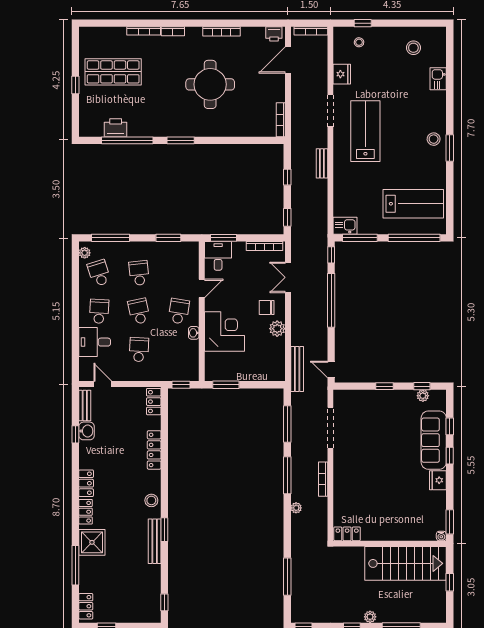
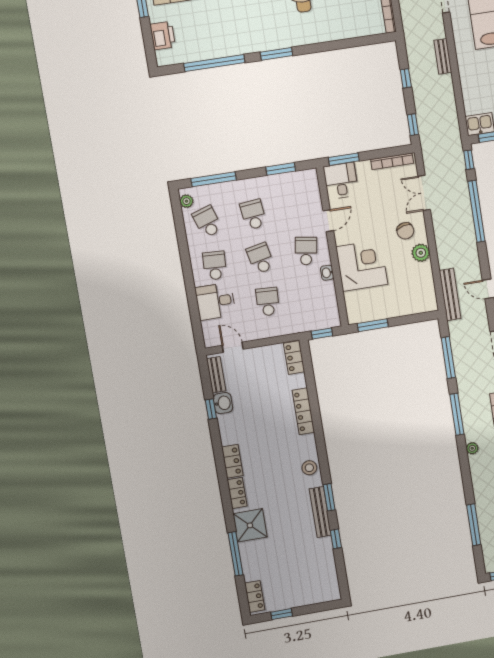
printer: (116, 128) -> (163, 35), moved, turned 90
chair: (267, 307) -> (405, 231), turned -103
window: (164, 602) -> (336, 539), moved

